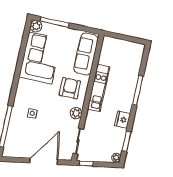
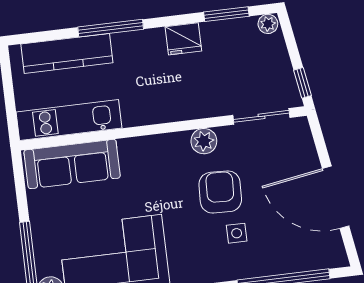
kitchen counter: (134, 68) -> (67, 53), added
armchair: (70, 88) -> (220, 192), moved, turned 92
kitchen unit: (99, 88) -> (69, 120), moved
door: (44, 161) -> (336, 197), moved

